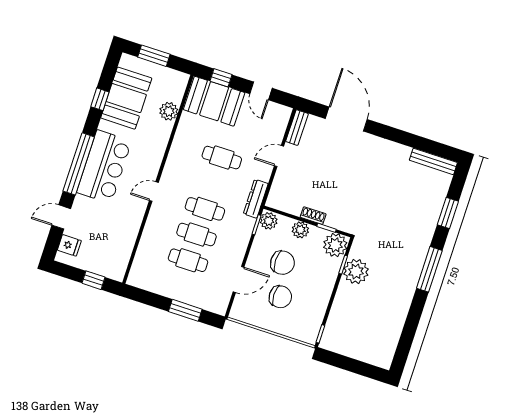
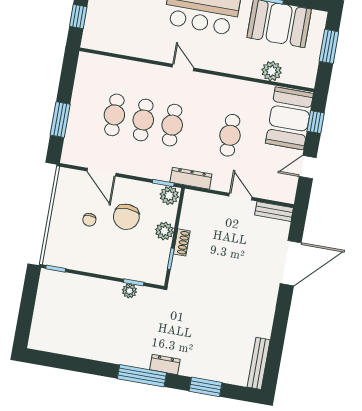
plant: (335, 245) -> (154, 271), removed
dresser: (422, 247) -> (165, 364), added
plant: (356, 271) -> (129, 291), width x0.53, depth x0.53
chair: (280, 297) -> (89, 220), width x0.54, depth x0.54

